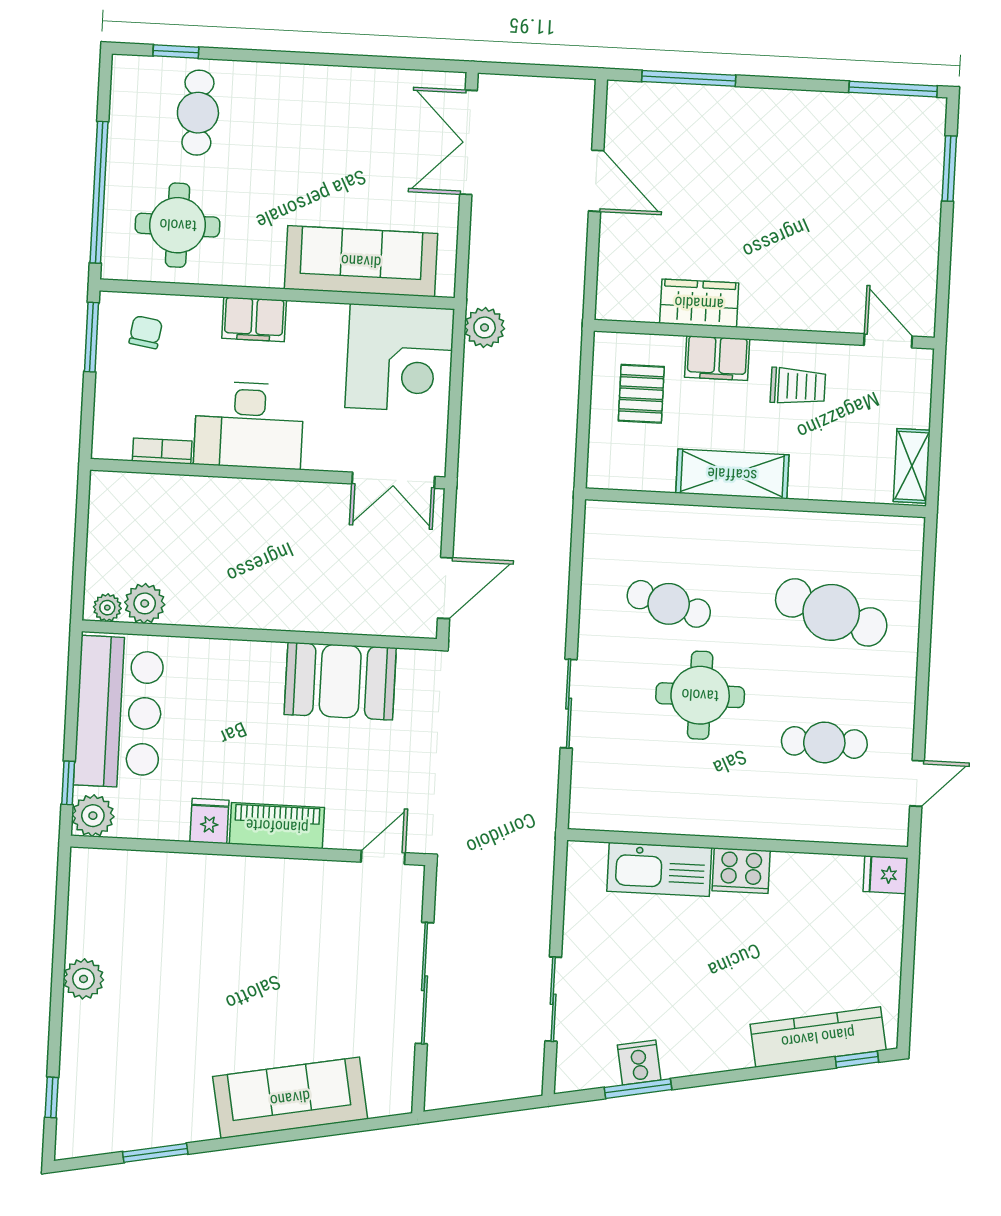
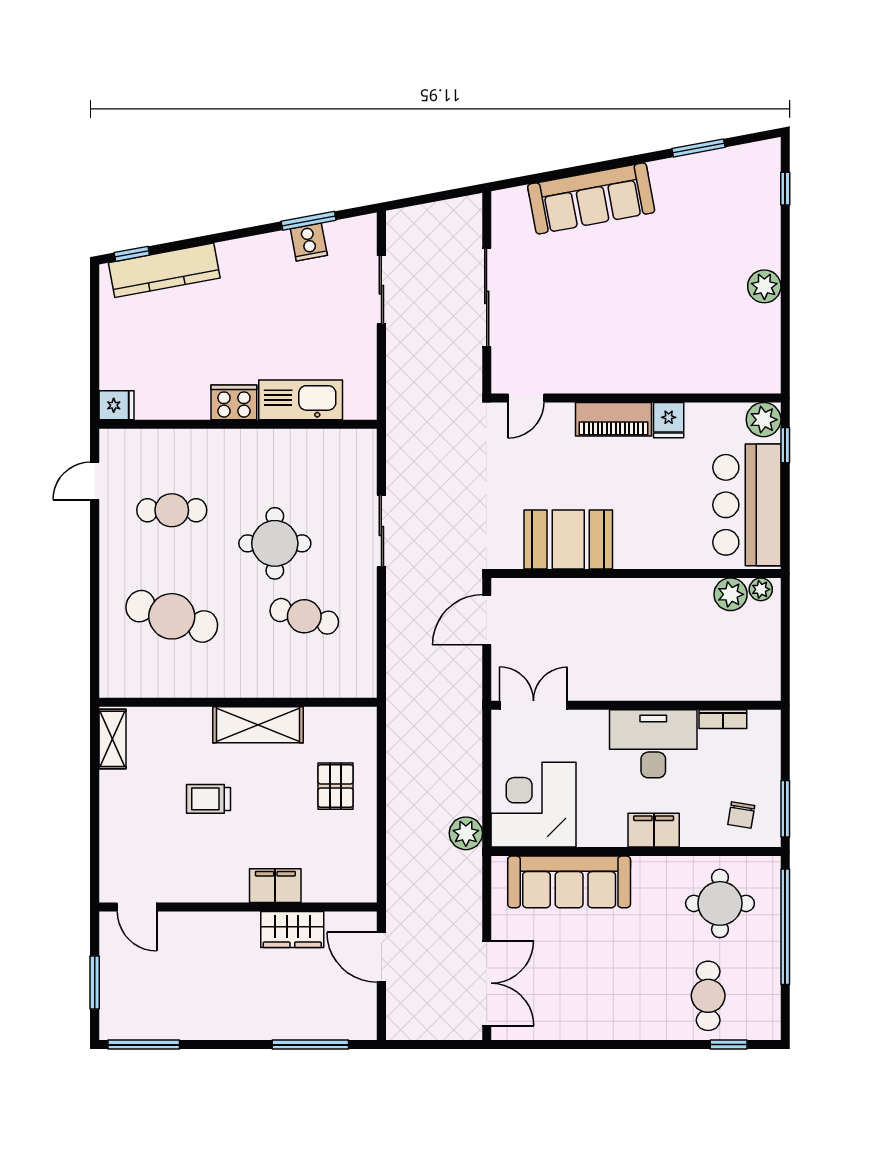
wardrobe: (699, 303) -> (292, 930), moved
wall: (764, 334) -> (238, 907), moved
door: (888, 341) -> (137, 907), moved
filing cabinet: (717, 358) -> (275, 886), moved

